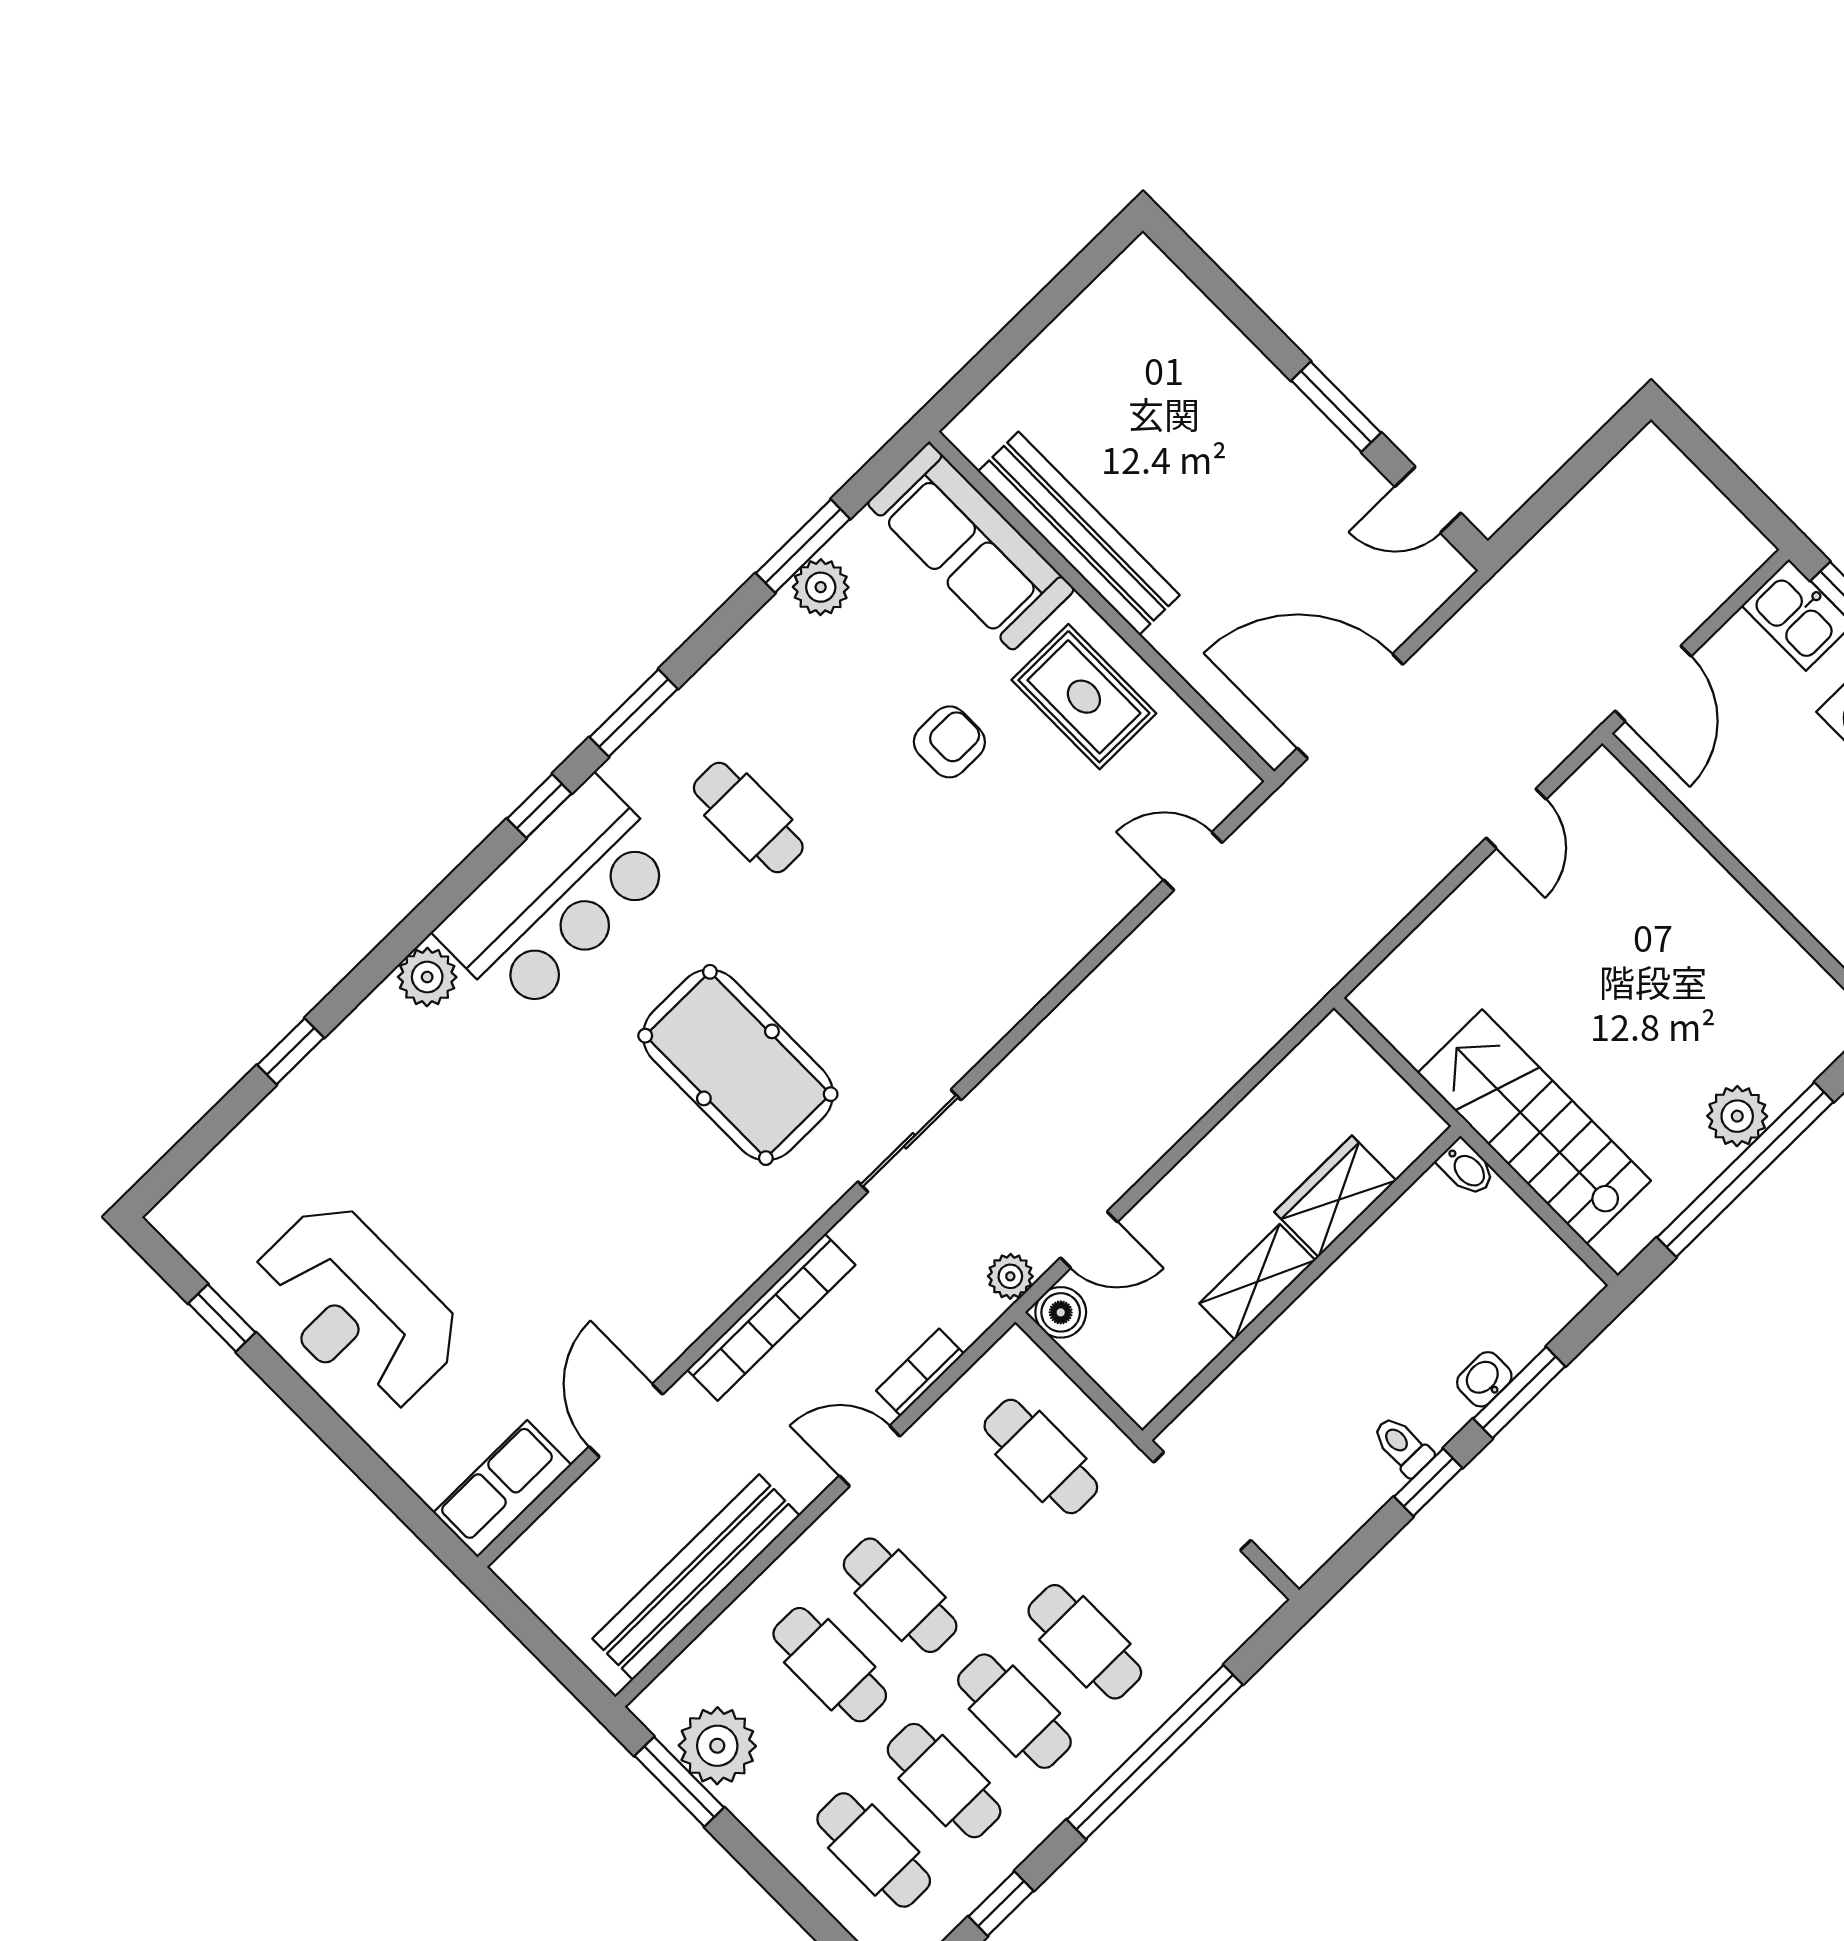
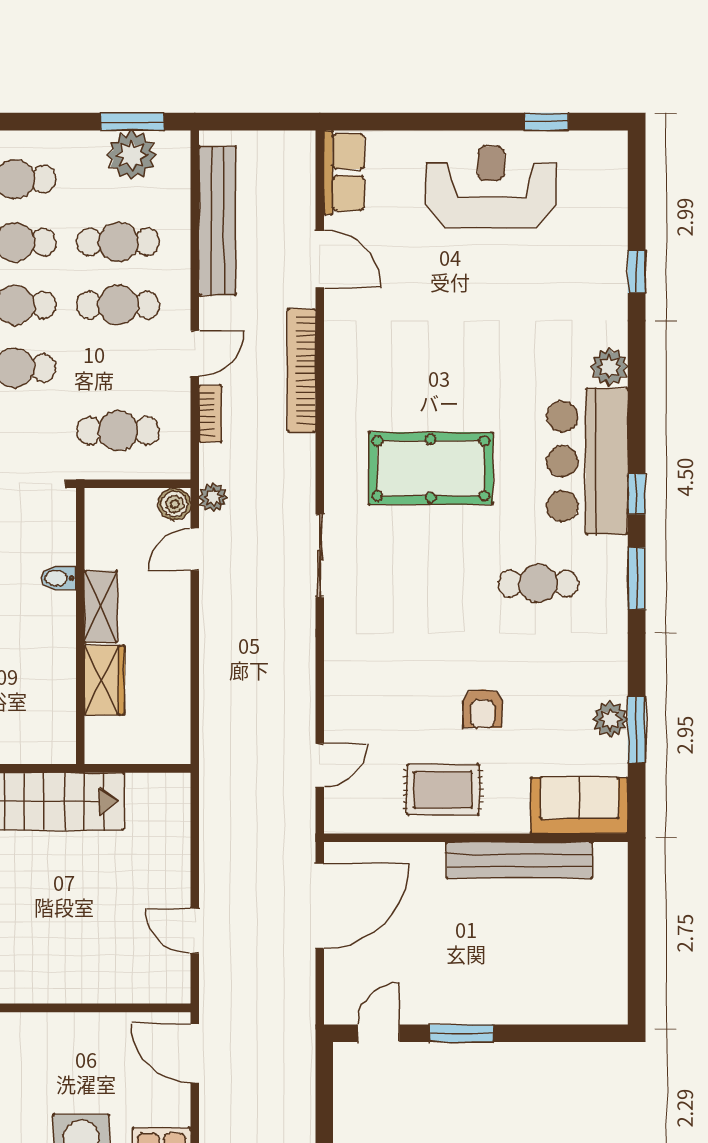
sofa: (971, 546) -> (579, 805), width x0.73
sliding door: (909, 1141) -> (320, 556), moved
bidet: (1467, 1168) -> (59, 578), moved

